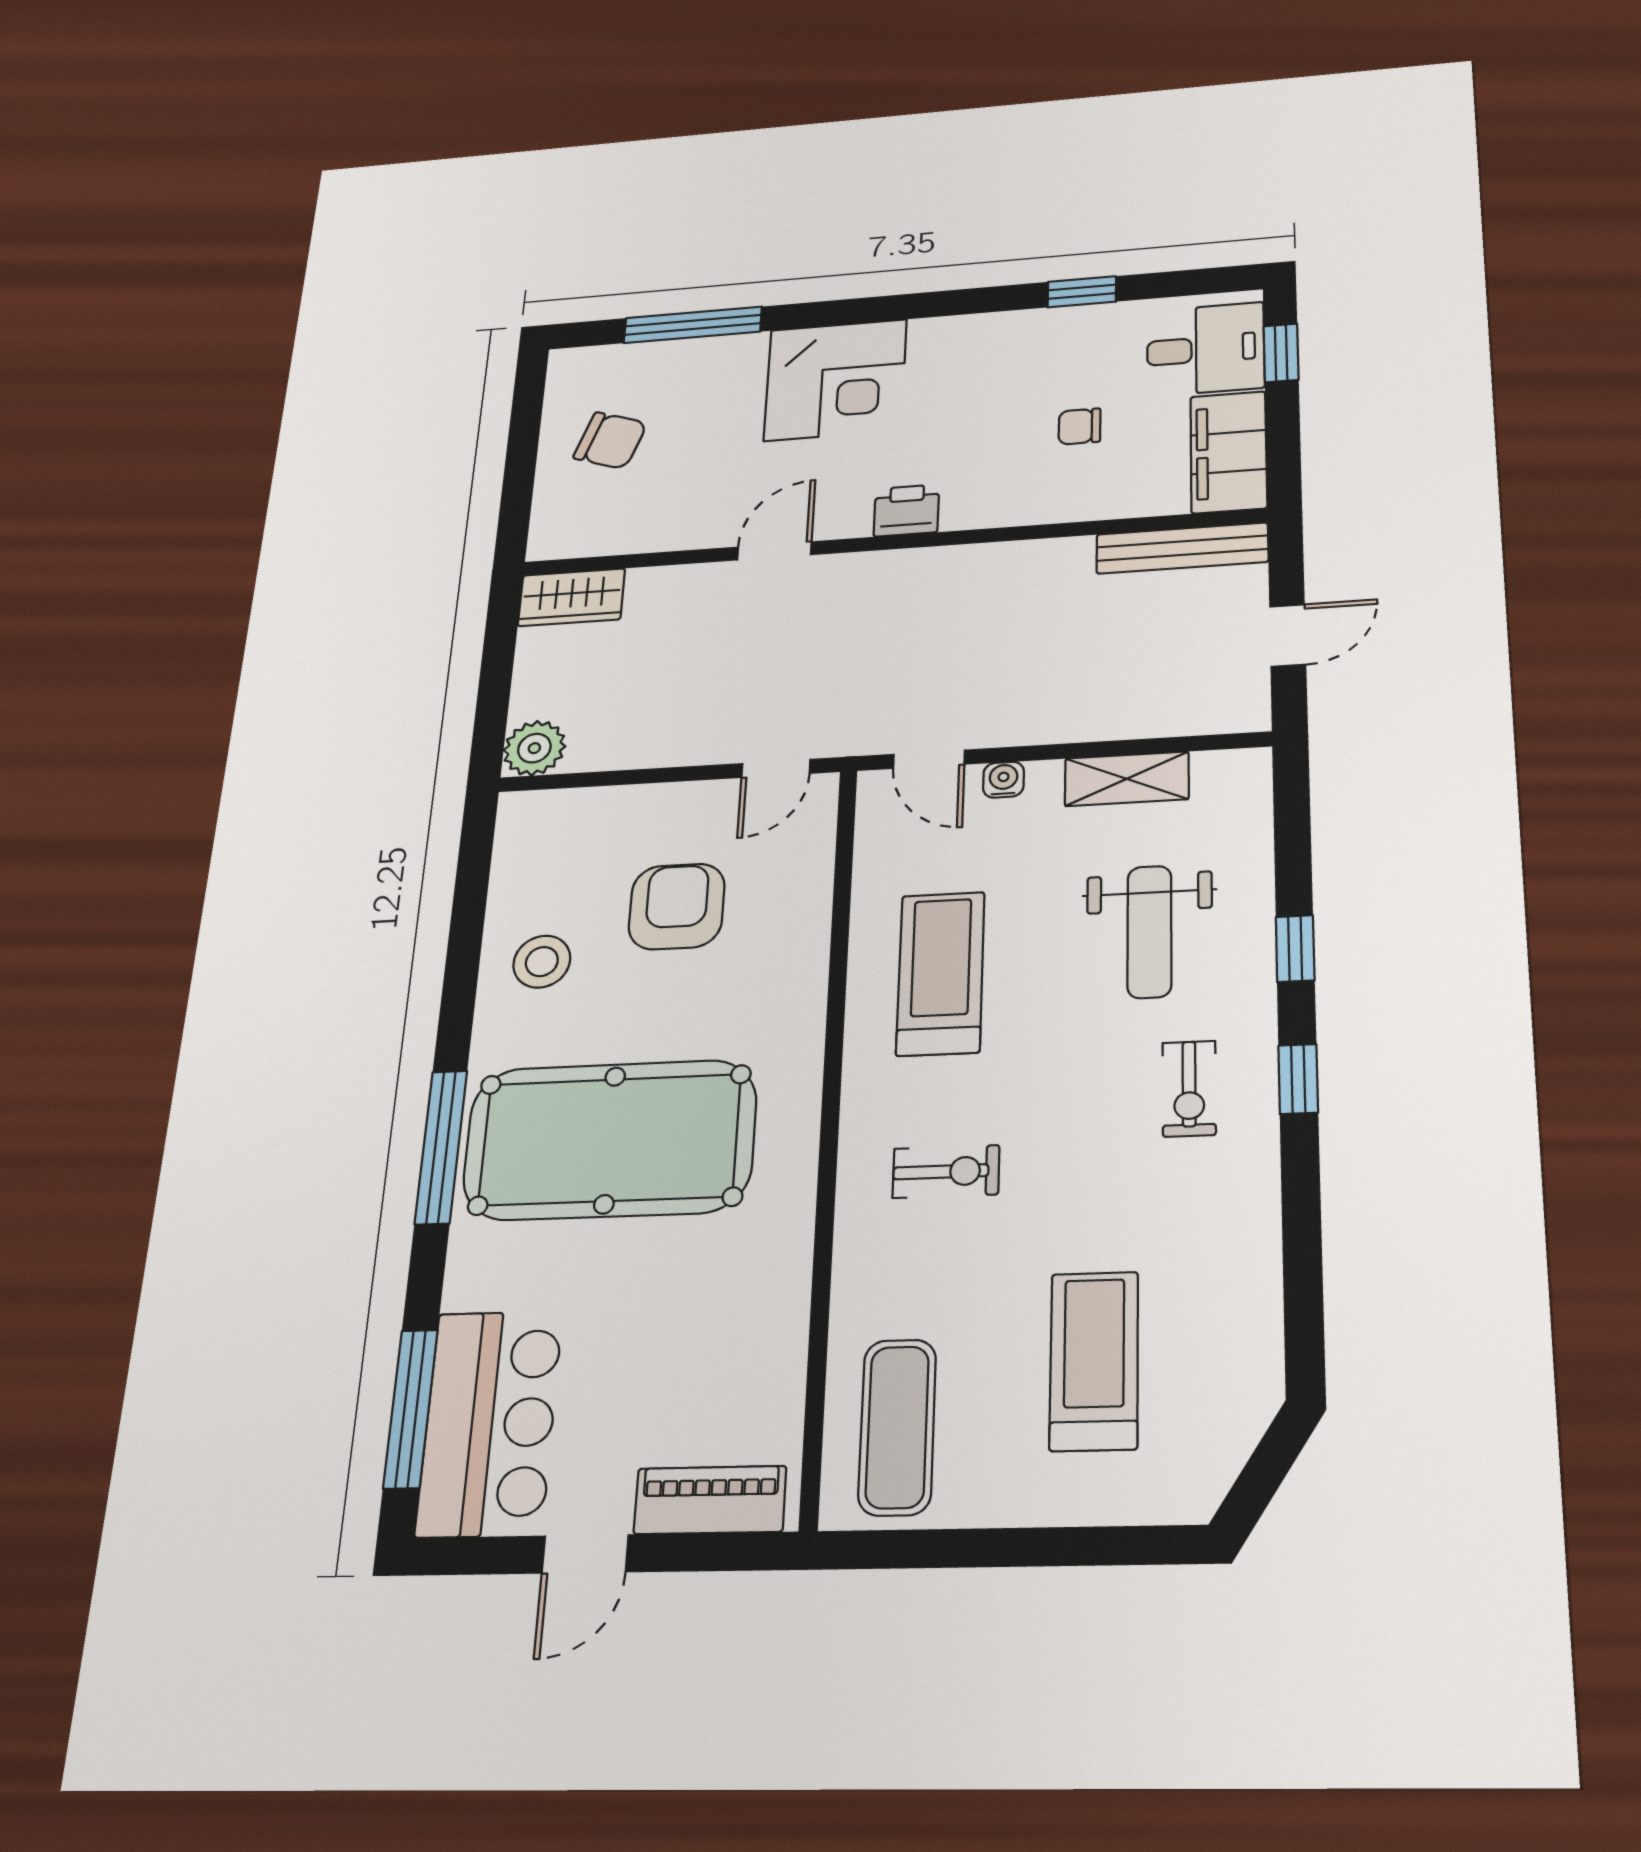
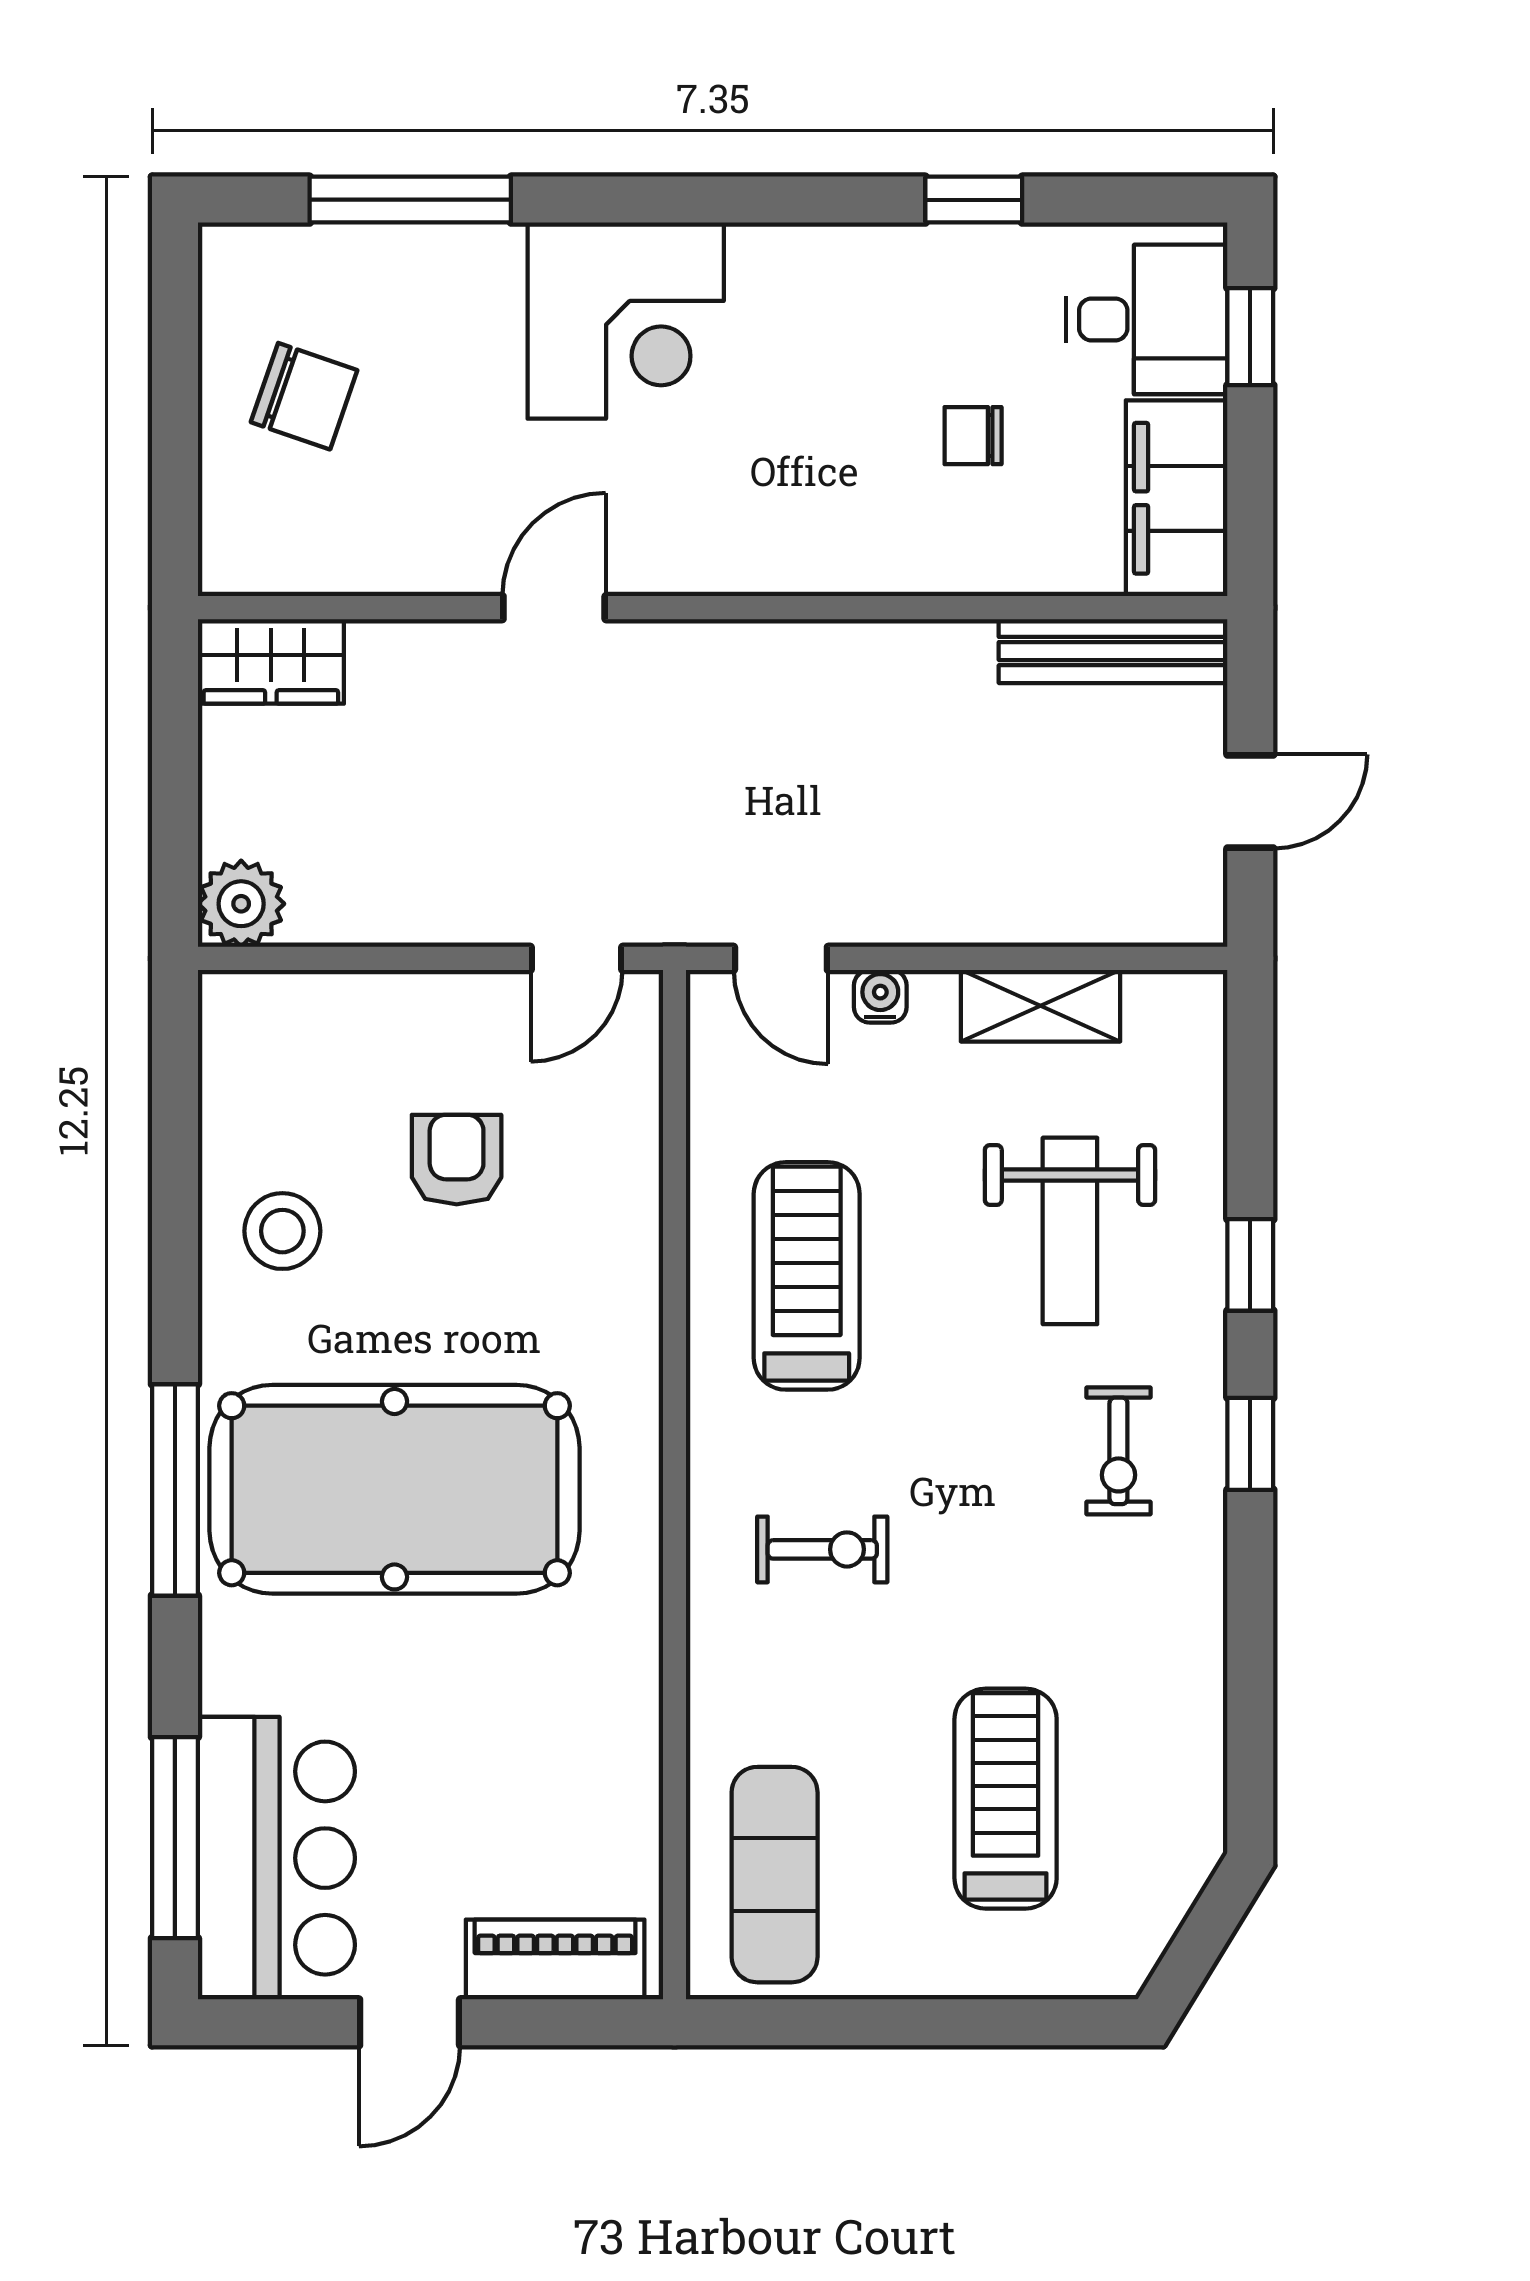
printer: (906, 510) -> (736, 556), removed
armchair: (677, 906) -> (457, 1160), width x0.72, depth x0.72

